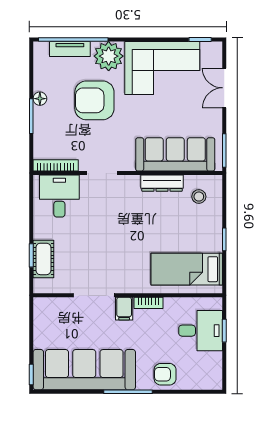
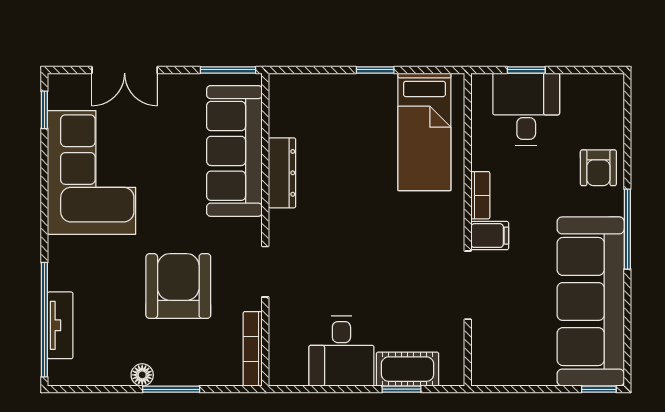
plant: (109, 56) -> (72, 261), removed
armchair: (94, 100) -> (178, 286), moved, turned 180
desk: (59, 196) -> (341, 351), moved, turned -90
stool: (199, 197) -> (304, 112), removed

